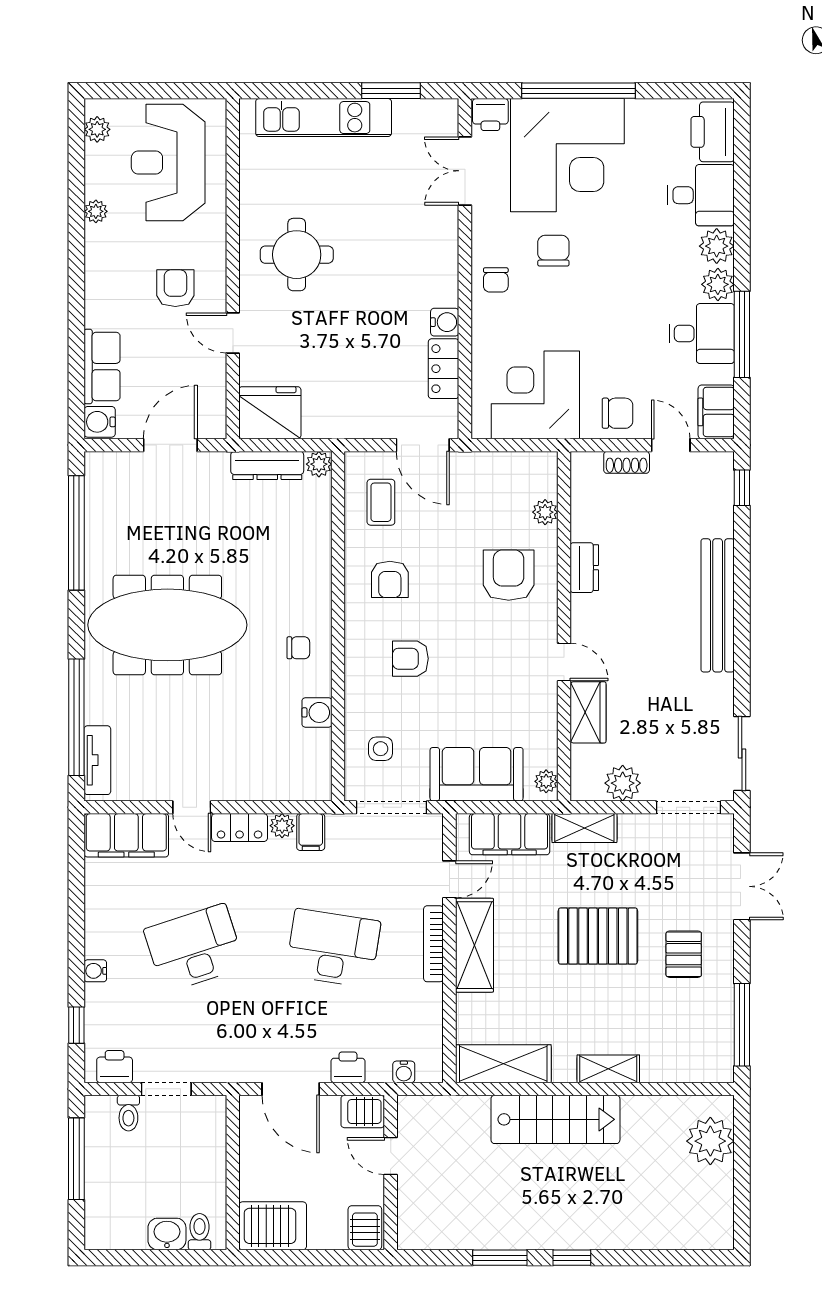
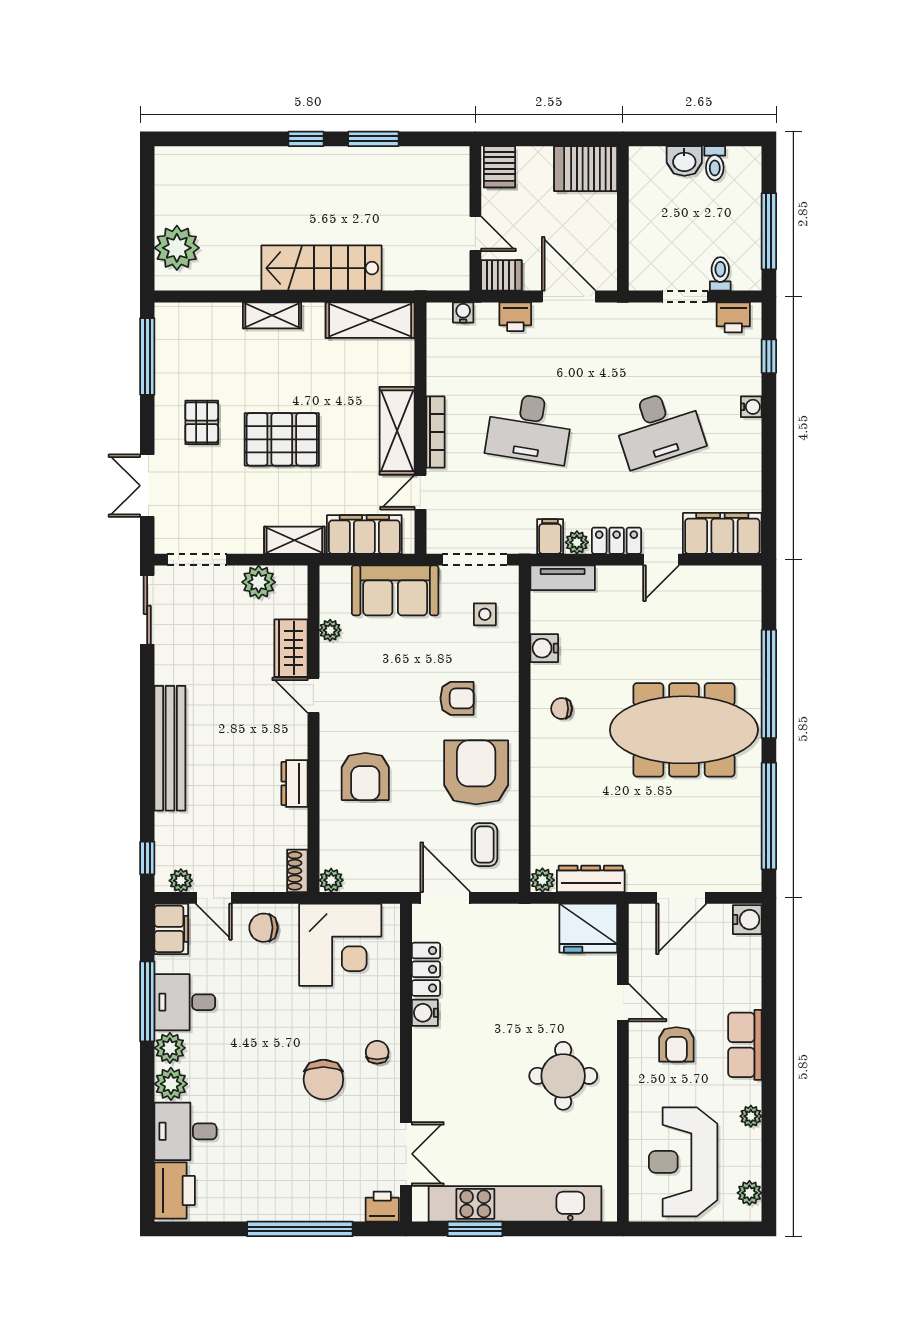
kitchen unit: (324, 118) -> (515, 1204), width x1.36
corner desk: (567, 155) -> (310, 1169), removed
reception desk: (168, 163) -> (683, 1162), turned 180
chair: (553, 251) -> (323, 1080), width x1.37, depth x1.37
row of seats: (102, 367) -> (745, 1045), moved
shoe rack: (627, 462) -> (297, 871), moved, turned -90
plant: (706, 464) -> (181, 881), added
plant: (545, 512) -> (331, 880), moved
armchair: (390, 579) -> (476, 772), width x1.88, depth x1.88
window: (76, 717) -> (769, 684), moved
tv unit: (97, 760) -> (563, 578), moved, turned -90
plant: (546, 781) -> (330, 630), moved
door: (192, 807) -> (661, 560), swing flipped
toilet: (199, 1232) -> (715, 163), moved

